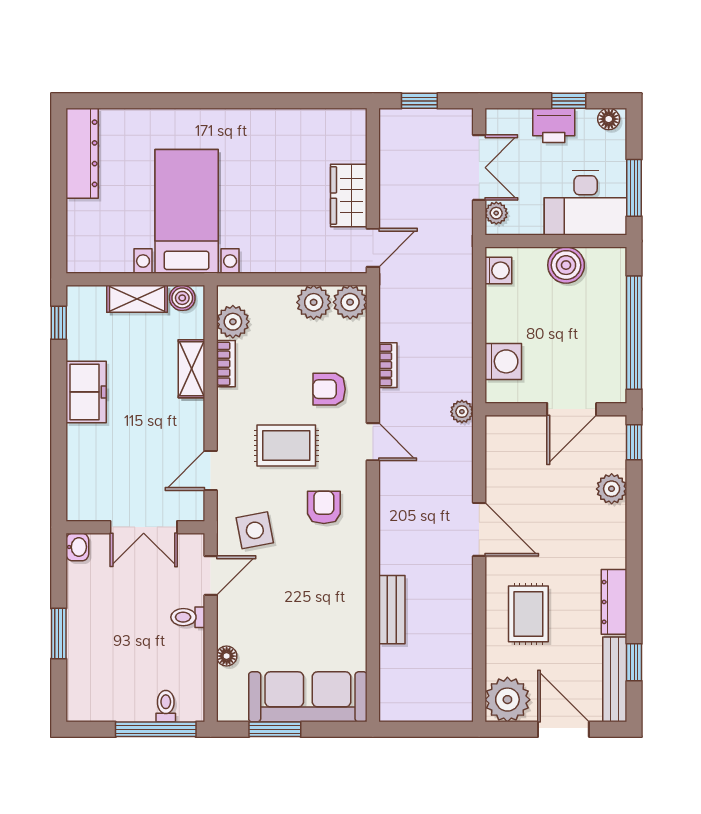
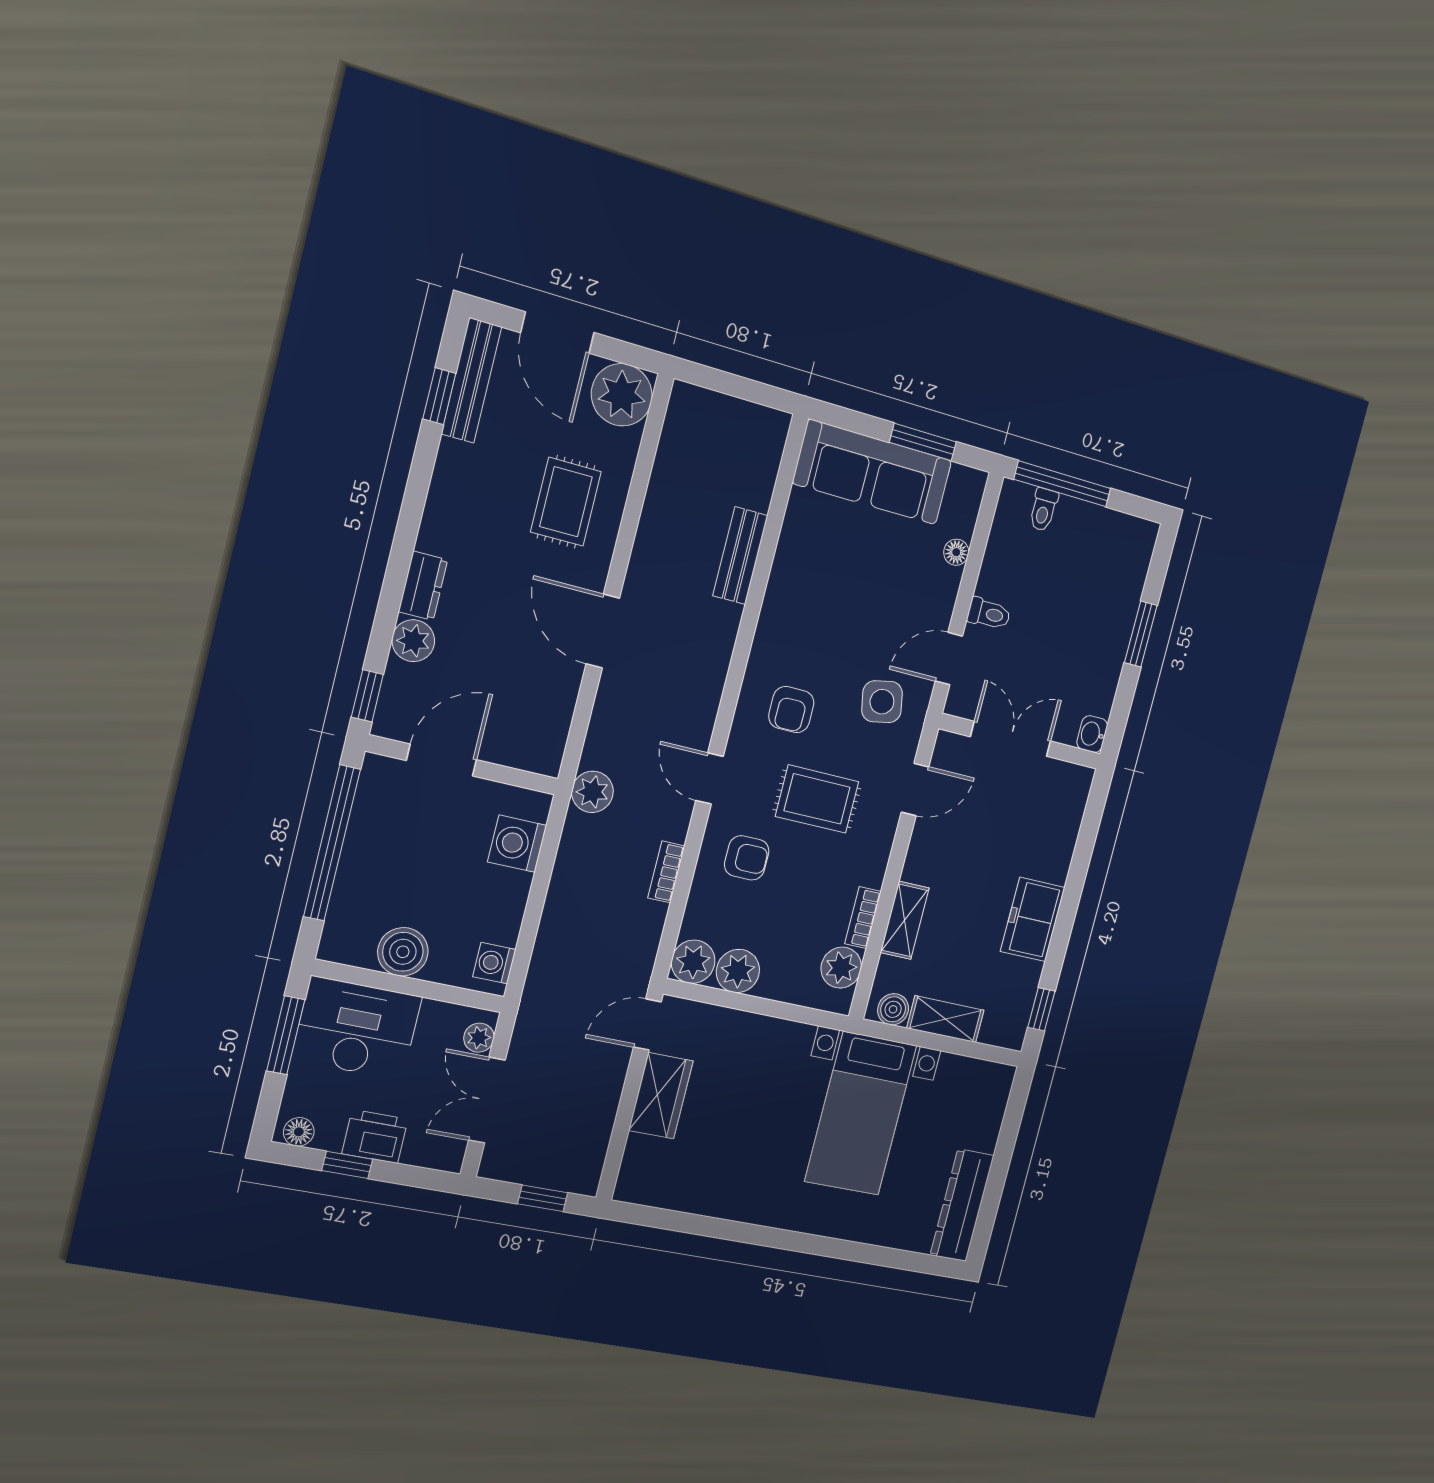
plant: (462, 412) -> (592, 792), width x1.38, depth x1.38
dresser: (614, 602) -> (423, 586), moved, width x0.70

